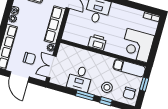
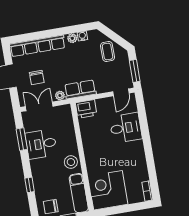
row of seats: (55, 25) -> (80, 89), width x0.68
printer: (97, 42) -> (86, 109), moved, turned 90
stool: (107, 87) -> (71, 162), moved
window: (85, 95) -> (22, 139), moved

